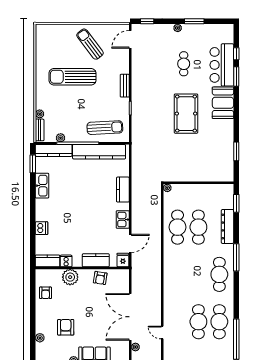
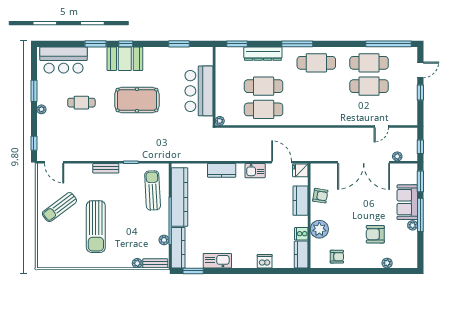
window: (236, 54) -> (126, 44), moved
bar counter: (222, 65) -> (64, 60), moved
bar counter: (194, 169) -> (199, 91), added

